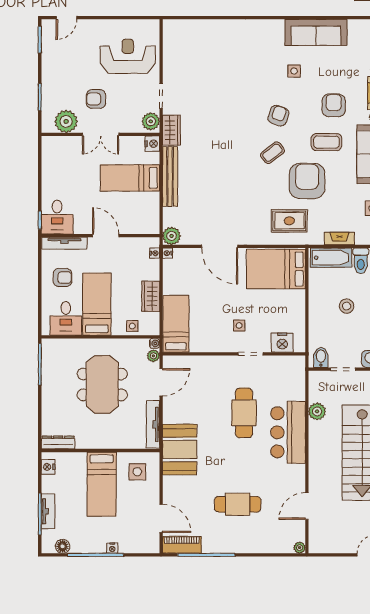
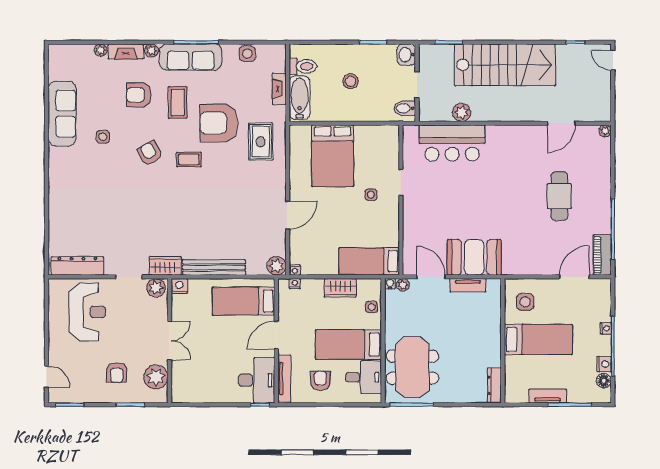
dresser: (171, 47) -> (77, 266), added
reception desk: (128, 56) -> (87, 312), turned 180
armchair: (96, 99) -> (117, 373), moved
armchair: (278, 116) -> (150, 153), turned 42
coffee table: (272, 153) -> (189, 159), turned -52
bed: (130, 178) -> (244, 301), moved, turned 90
desk: (57, 217) -> (257, 380), width x1.37
door: (220, 246) -> (288, 215), width x0.73
bed: (276, 269) -> (333, 156), moved
nightstand: (282, 343) -> (389, 149), removed
meeting table: (102, 384) -> (412, 367), moved, turned 90
cafe table: (244, 413) -> (463, 189), removed
tv unit: (153, 424) -> (468, 285), width x0.71
bar counter: (288, 432) -> (452, 143), moved
booth: (180, 450) -> (474, 257), moved
nightstand: (48, 467) -> (604, 364), moved, turned -90
door: (307, 506) -> (561, 123), hinge flipped
tv unit: (48, 511) -> (548, 396), moved

